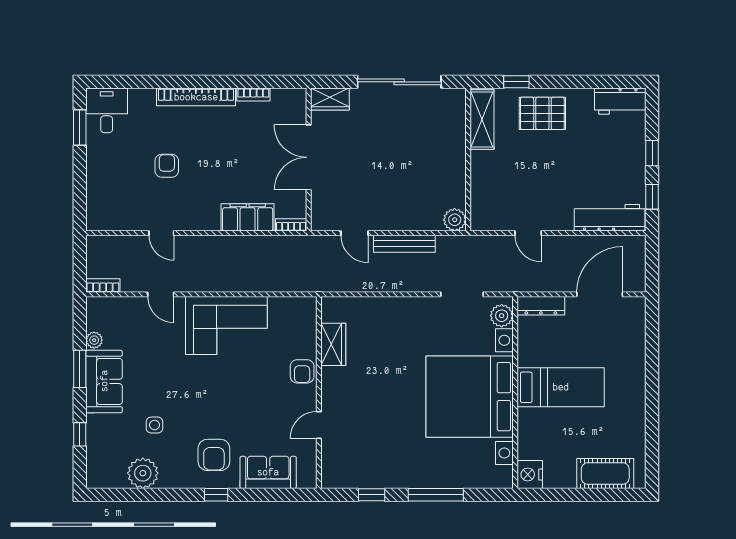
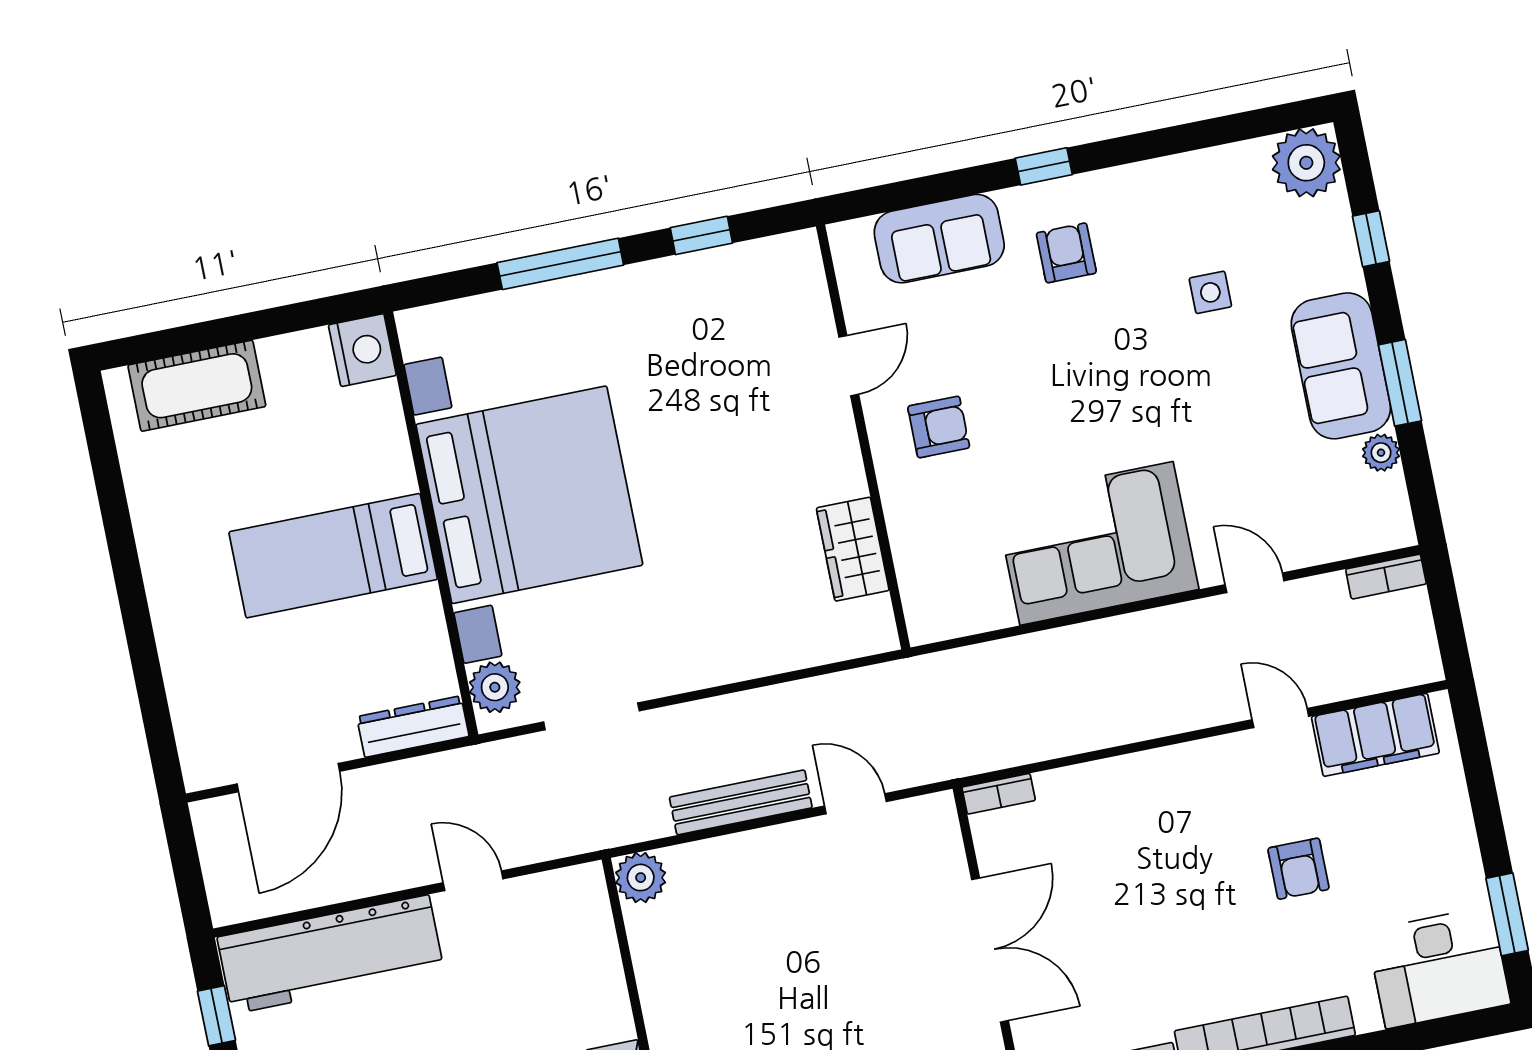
desk: (107, 110) -> (1439, 967), width x1.37
filing cabinet: (248, 217) -> (1375, 735), moved
workbench: (610, 218) -> (331, 954), width x1.36, depth x1.32
armchair: (302, 371) -> (939, 427), moved, turned 90
armchair: (214, 455) -> (1066, 253), width x0.72, depth x0.72
plant: (143, 473) -> (1306, 163), moved

